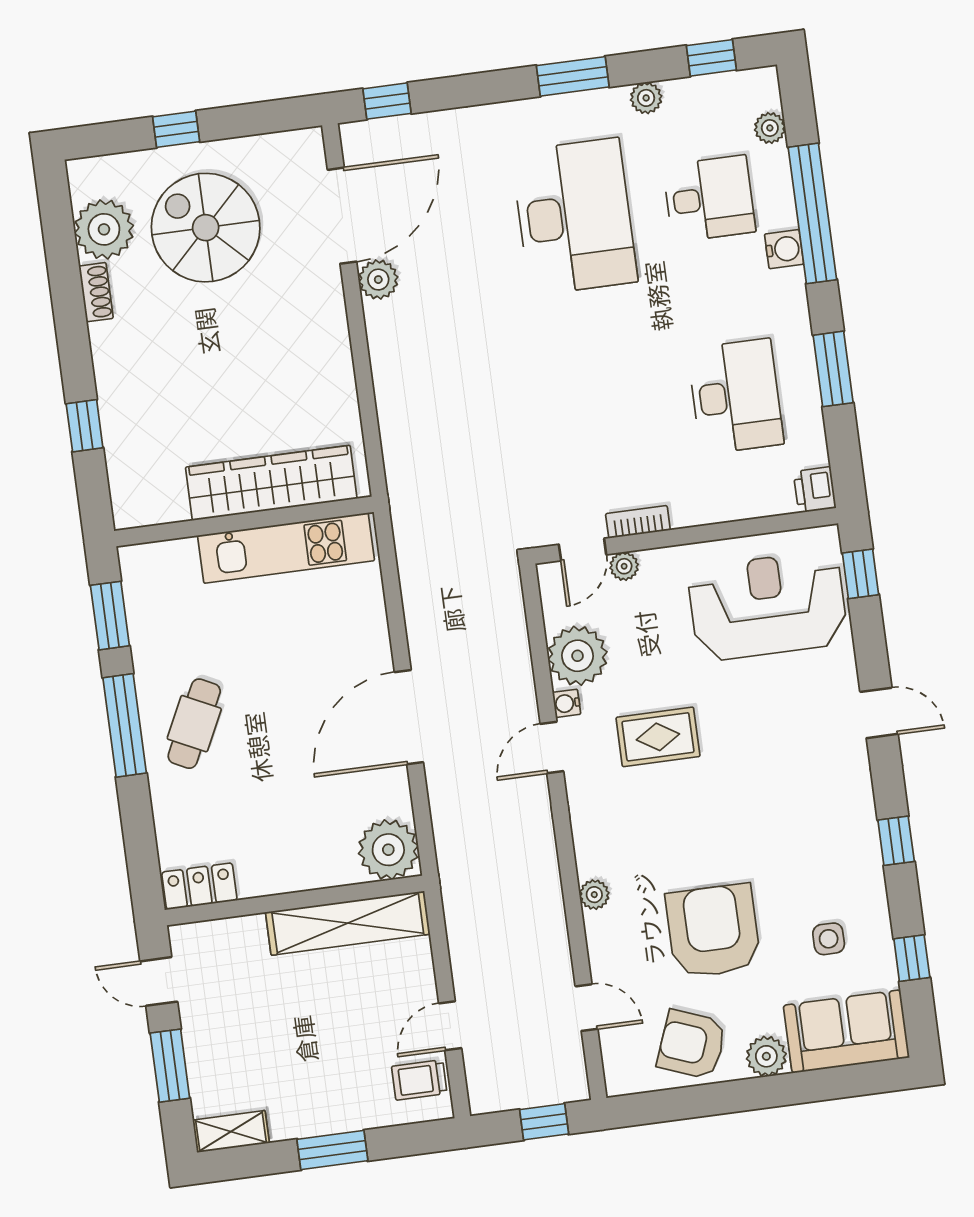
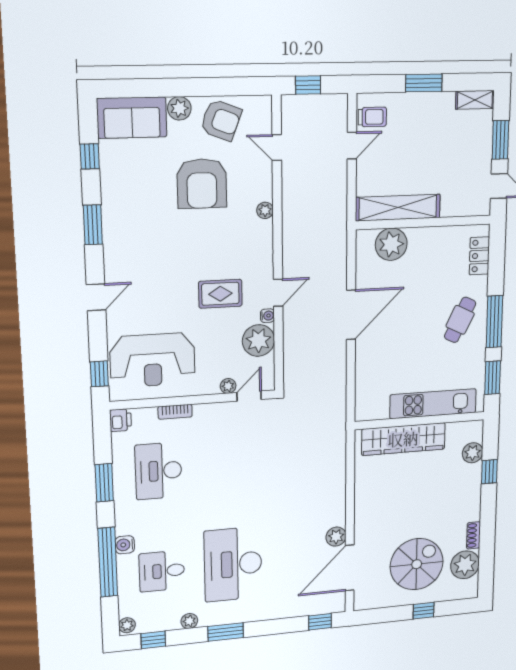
plant: (770, 128) -> (127, 625), moved
spiral stairs: (206, 228) -> (417, 564), turned -90
plant: (126, 463) -> (473, 453), added
bookcase: (638, 522) -> (175, 412), moved
kitchen unit: (286, 548) -> (433, 404), moved
door: (879, 713) -> (96, 297), swing flipped
window: (896, 841) -> (93, 225), width x1.50
plant: (388, 850) -> (391, 244), moved
locker: (199, 886) -> (479, 256), moved, turned 90
side table: (829, 939) -> (137, 172), removed

